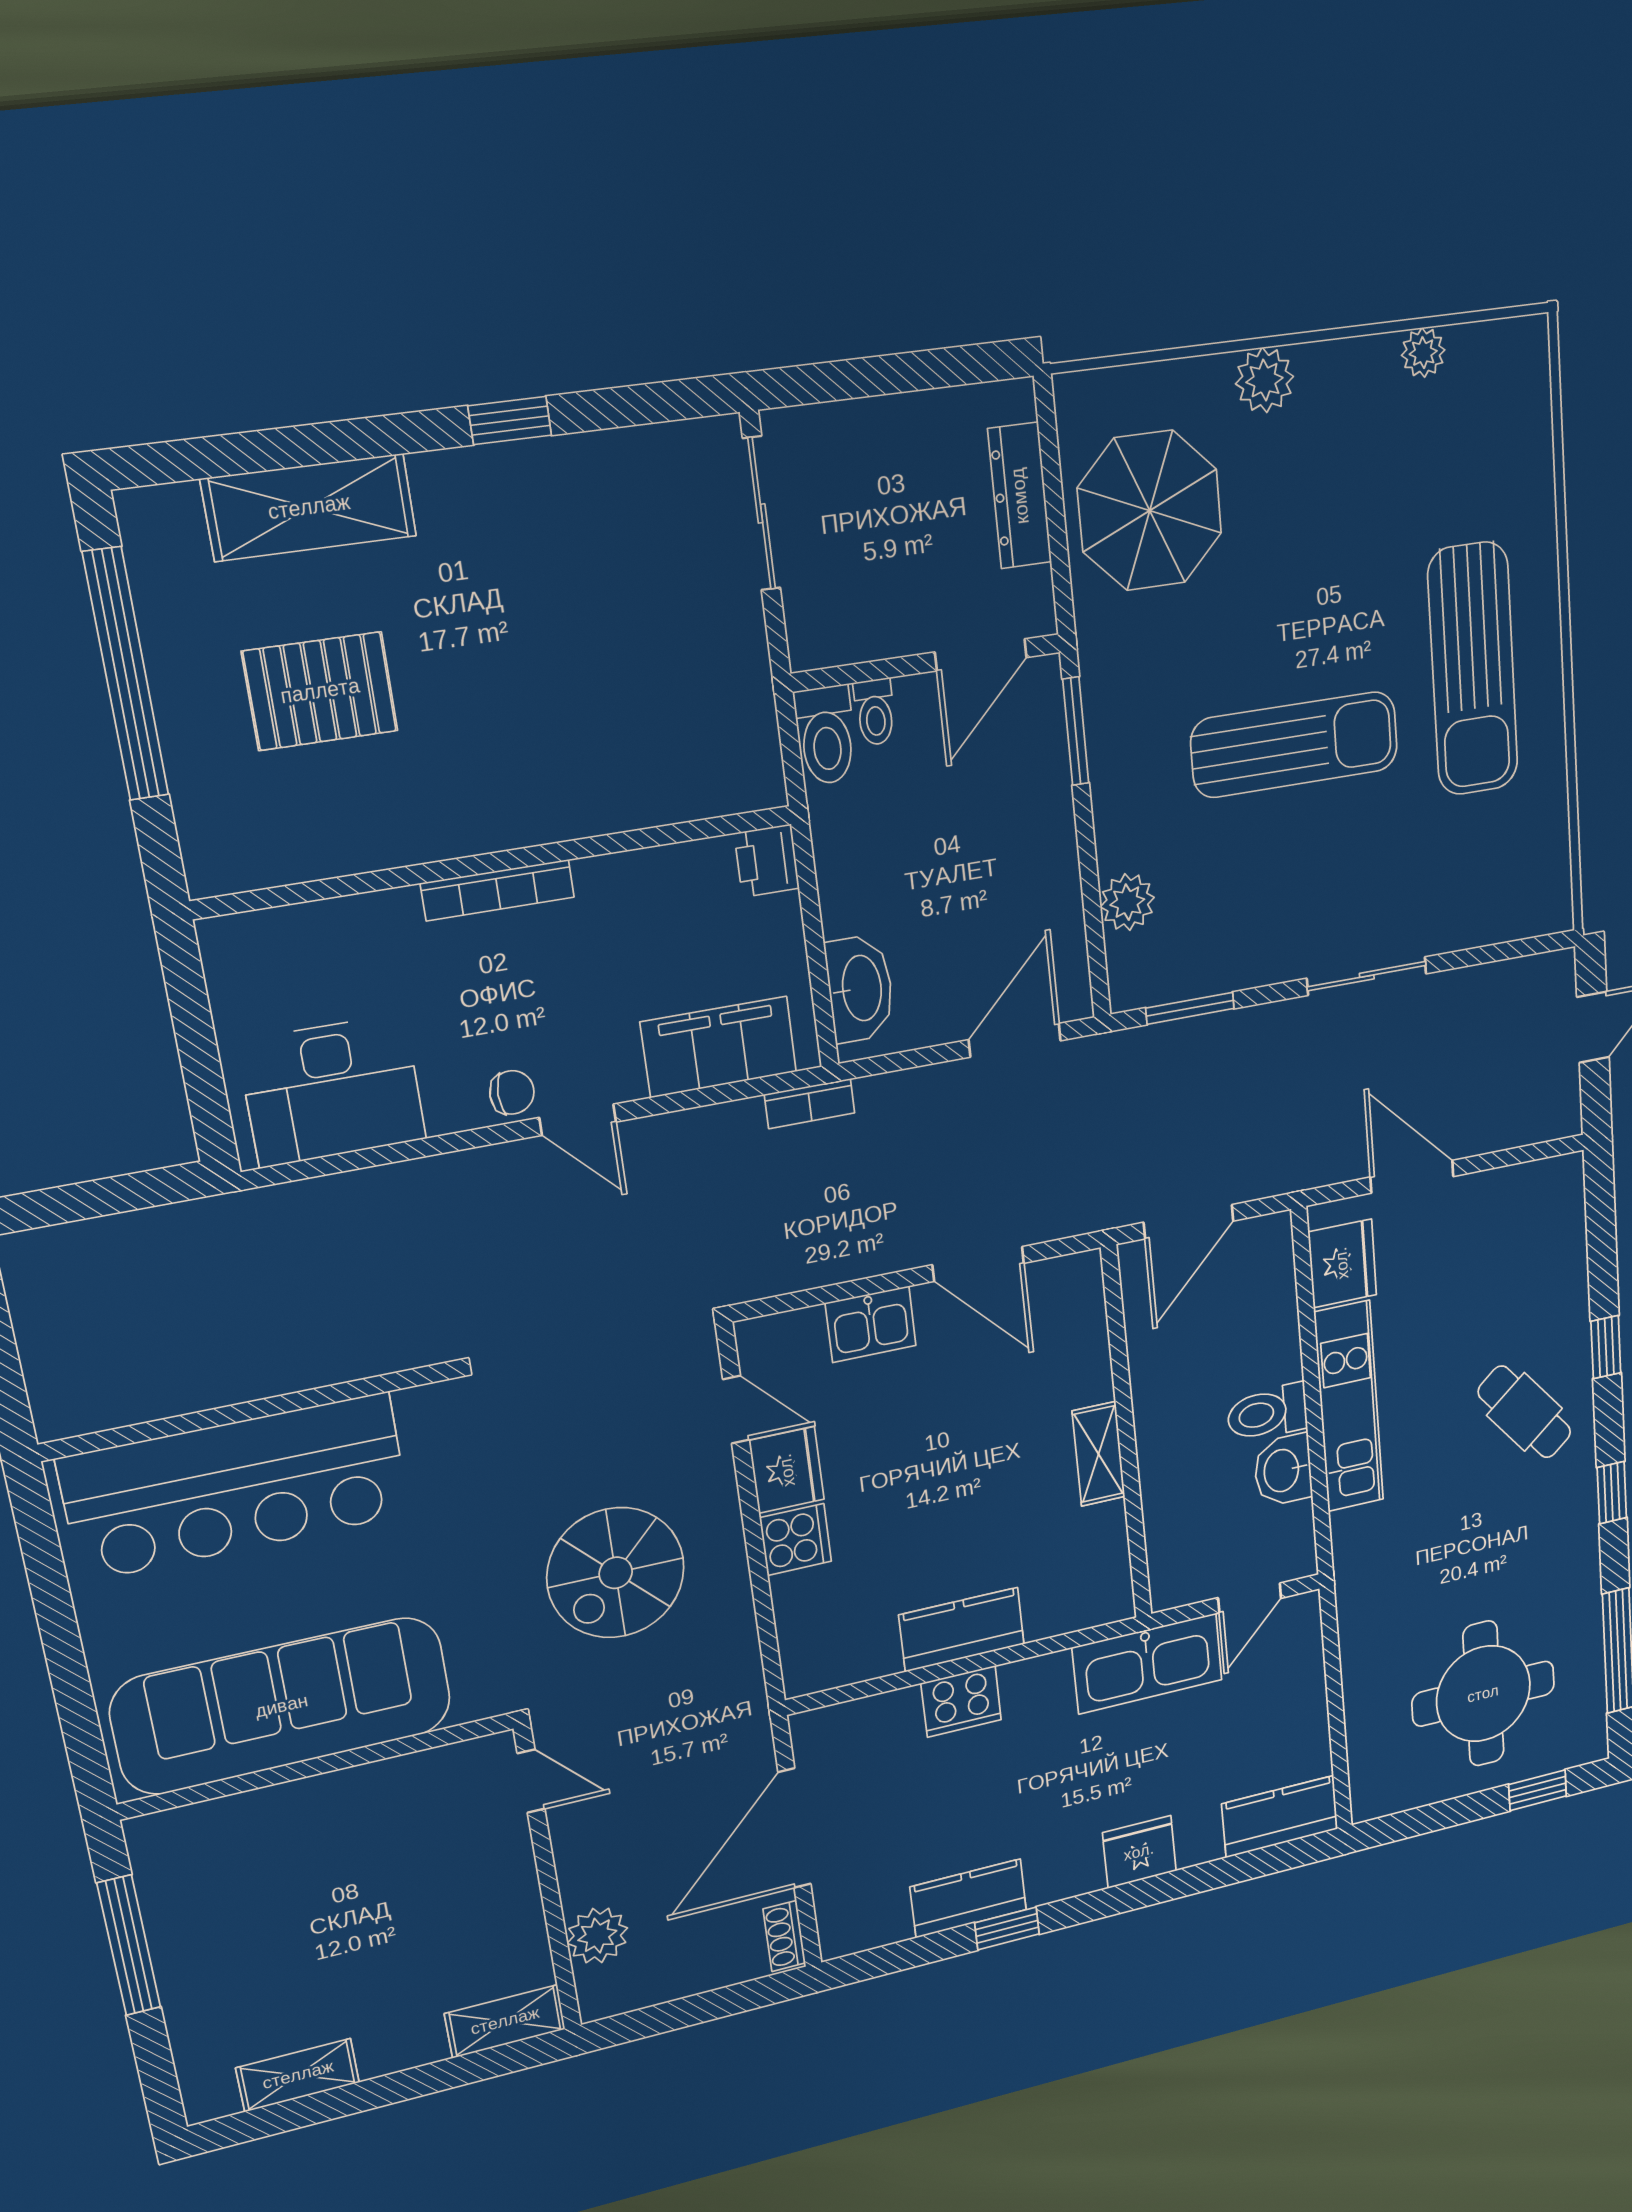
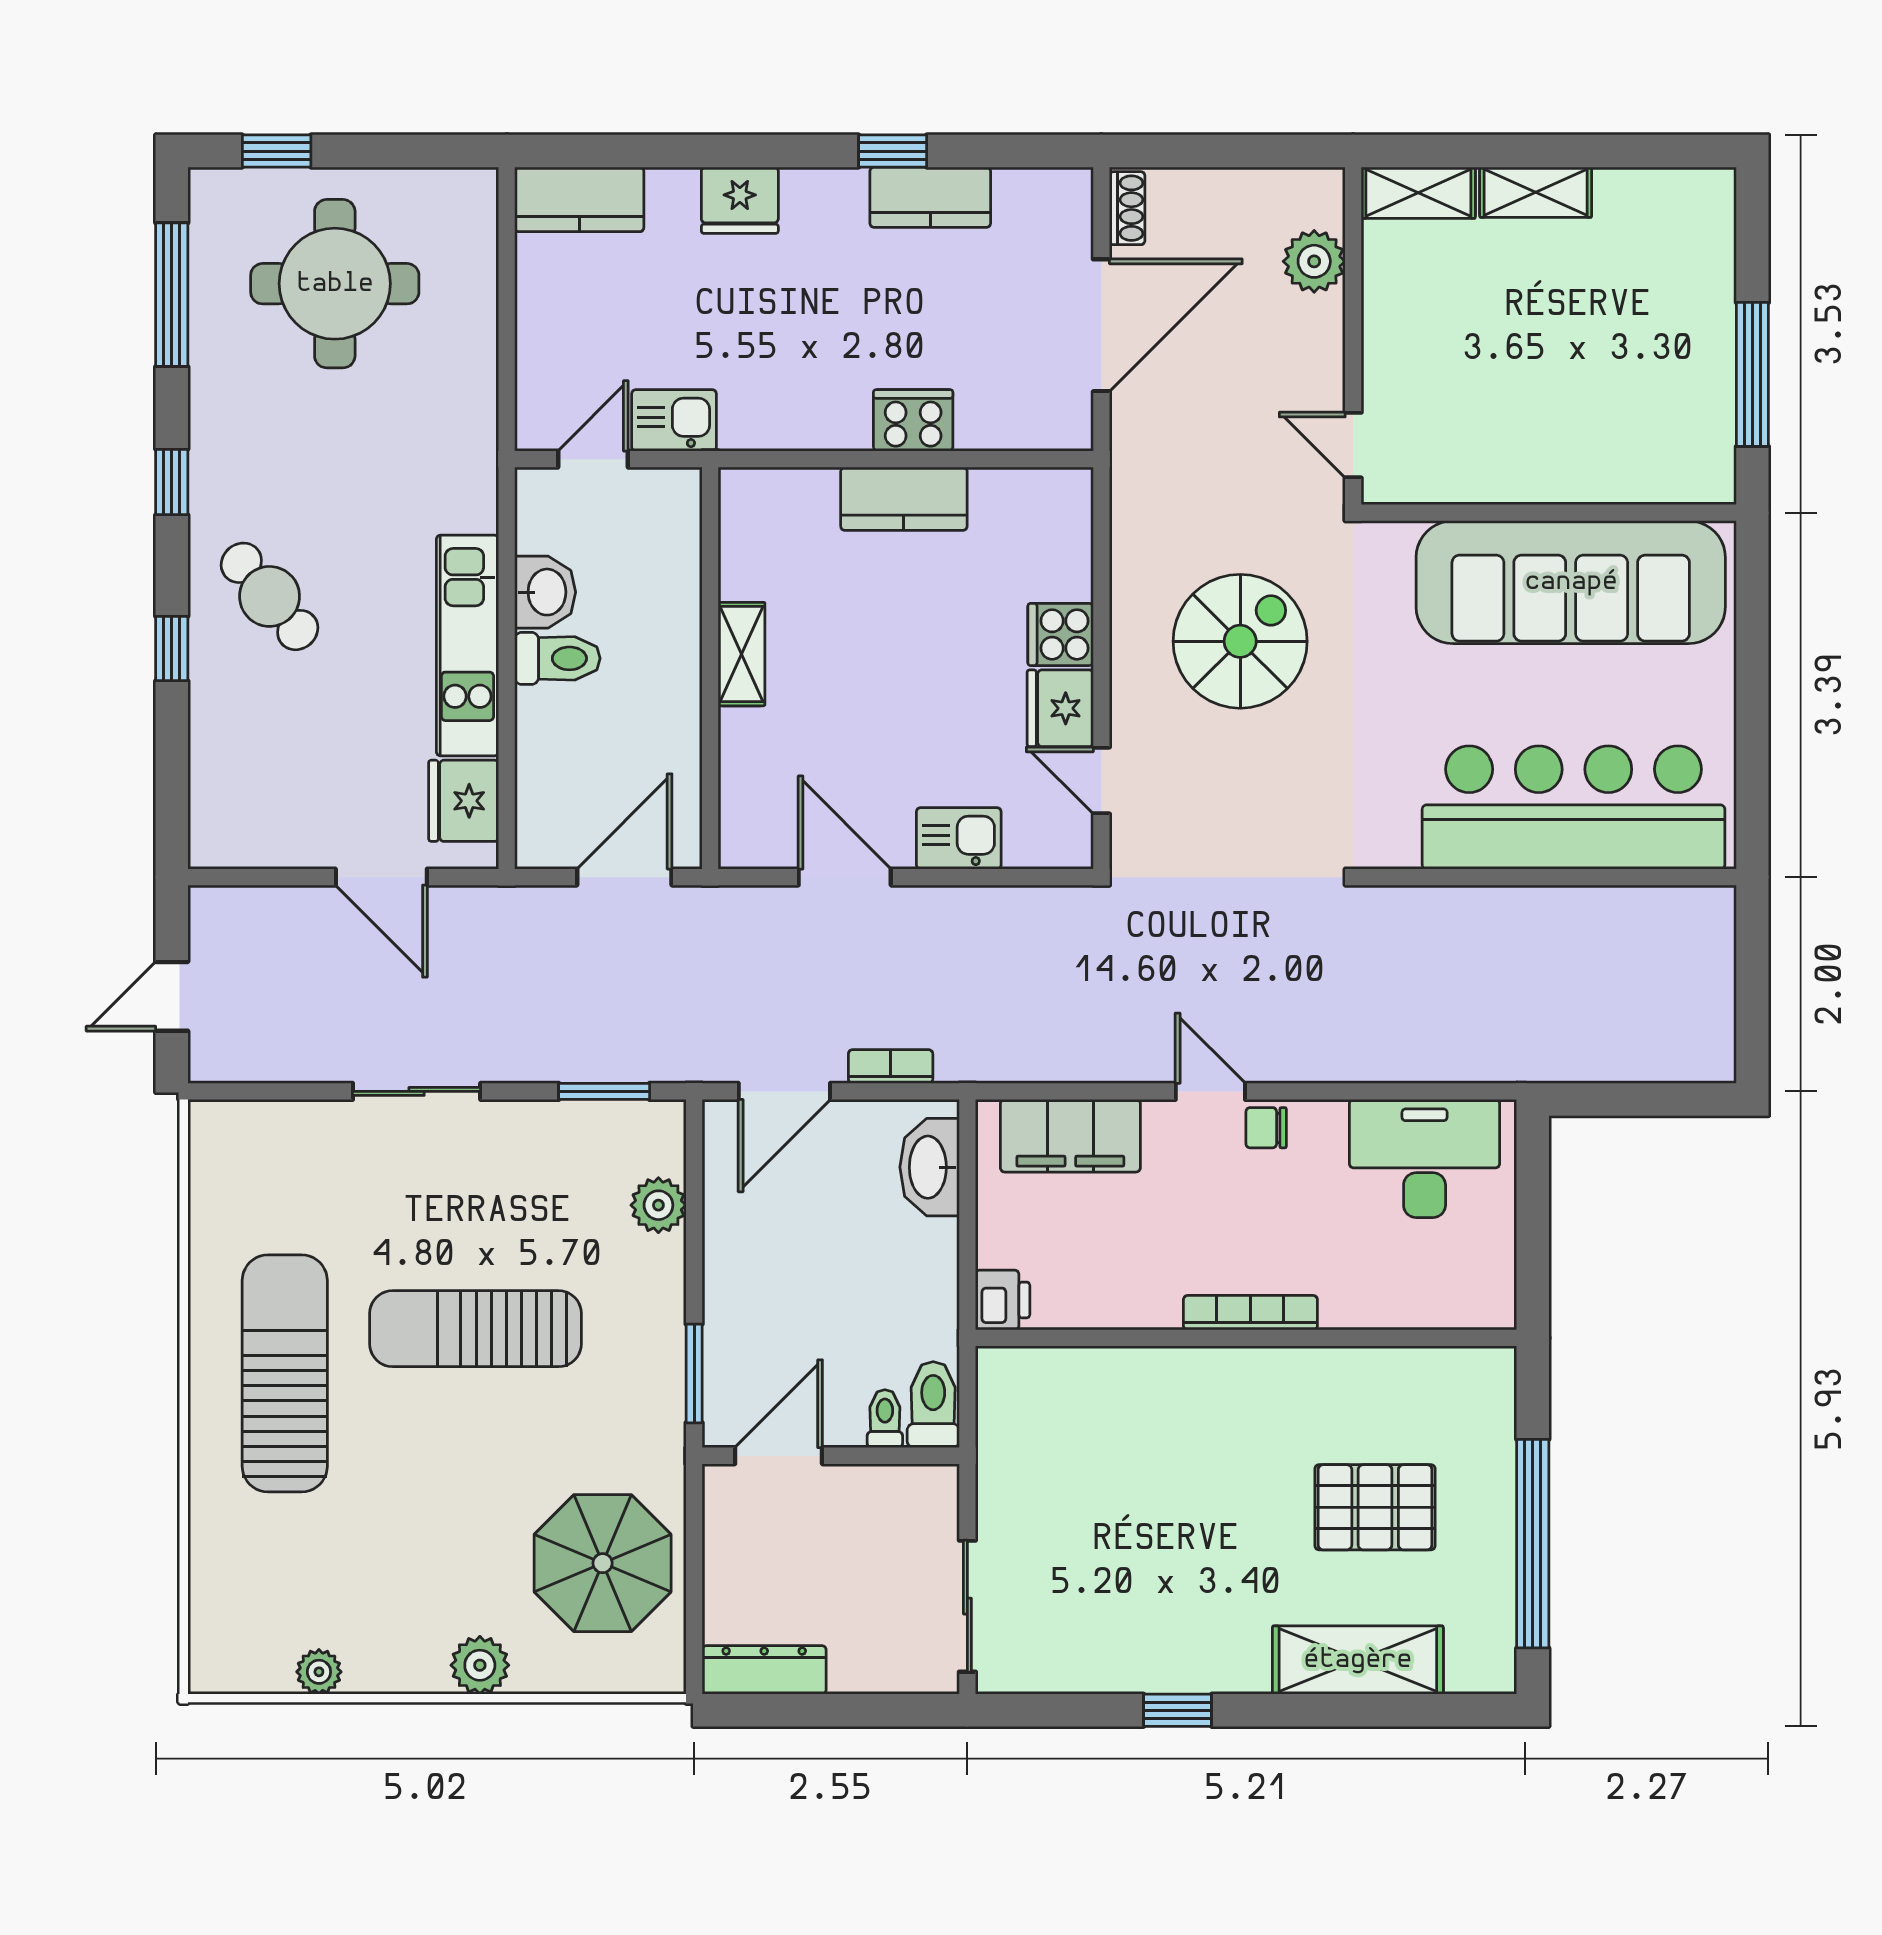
dresser: (1020, 496) -> (764, 1670), moved, turned -90
bookcase: (810, 1104) -> (891, 1066), moved
kitchen sink: (1147, 1664) -> (674, 420), width x0.53, depth x0.81
shelving: (298, 2075) -> (1536, 192), moved

